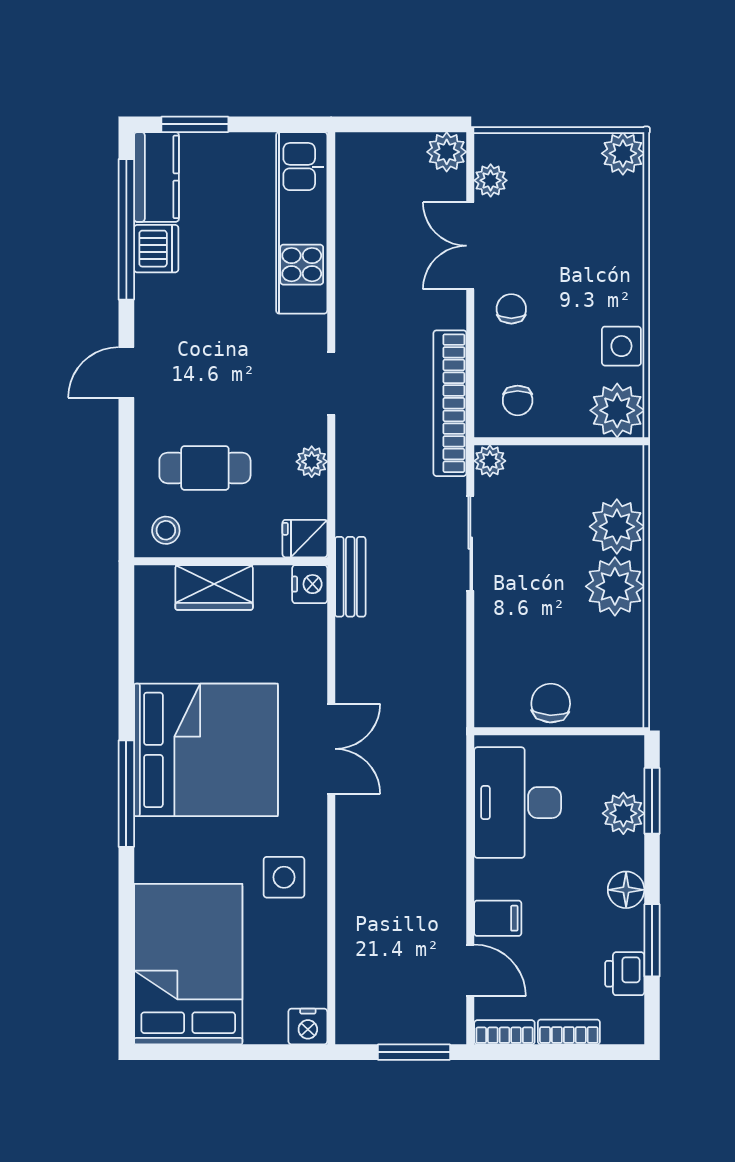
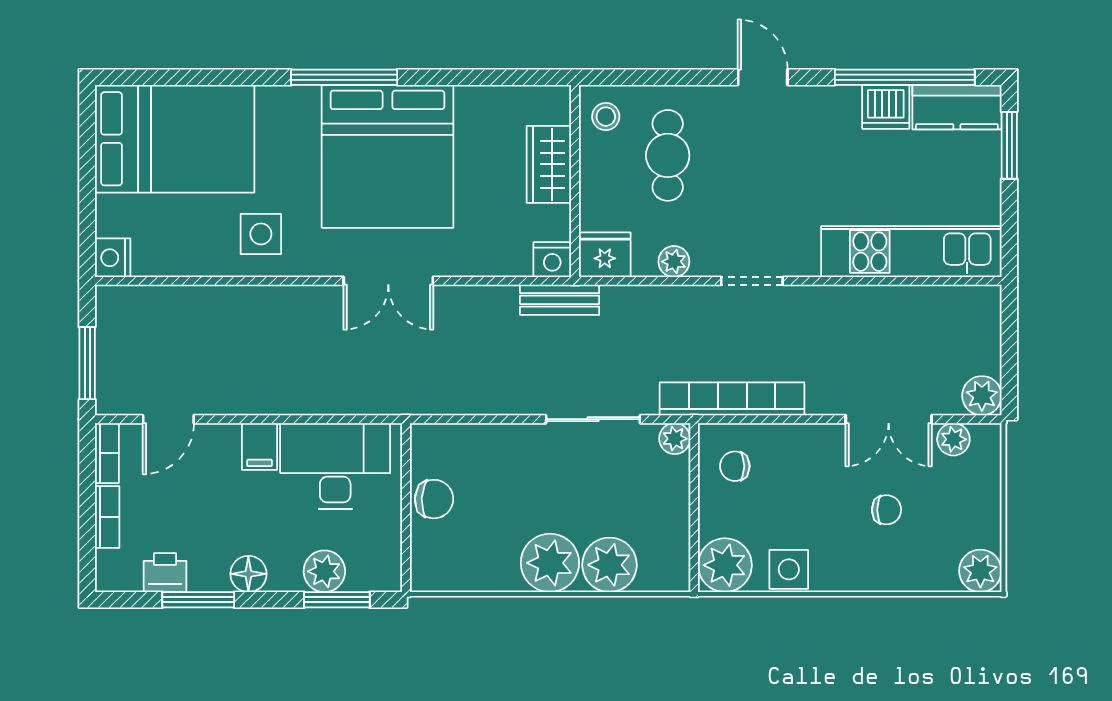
double door: (470, 246) -> (889, 419), swing flipped
chair: (511, 309) -> (886, 510), moved
fridge: (305, 539) -> (605, 255), width x1.38
filing cabinet: (498, 918) -> (259, 446), moved

